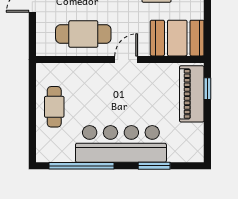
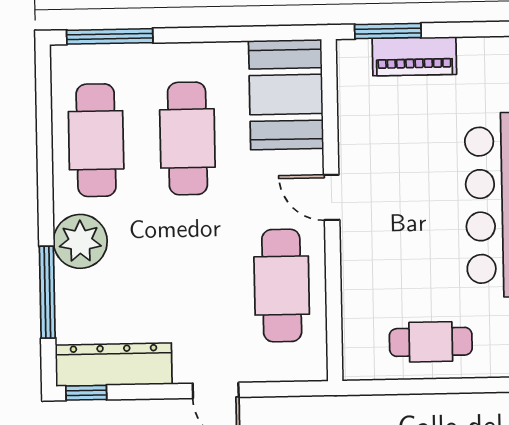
window: (207, 89) -> (388, 31), width x1.50
piano: (192, 94) -> (414, 56), width x0.73, depth x0.75

